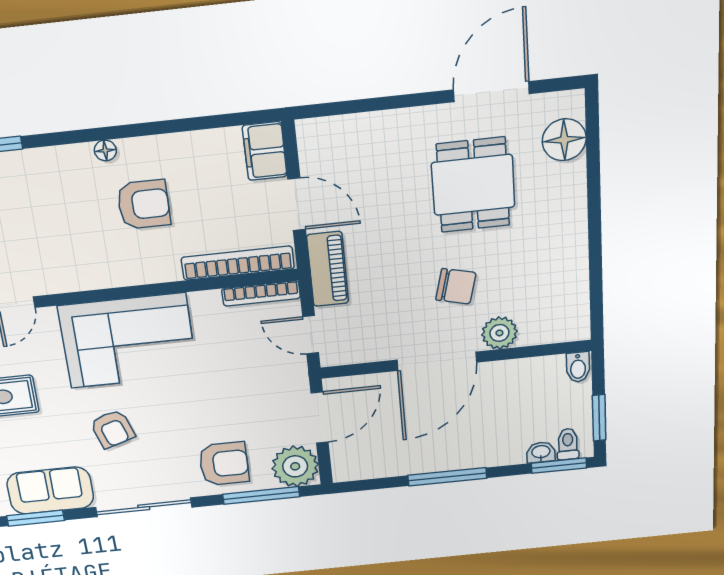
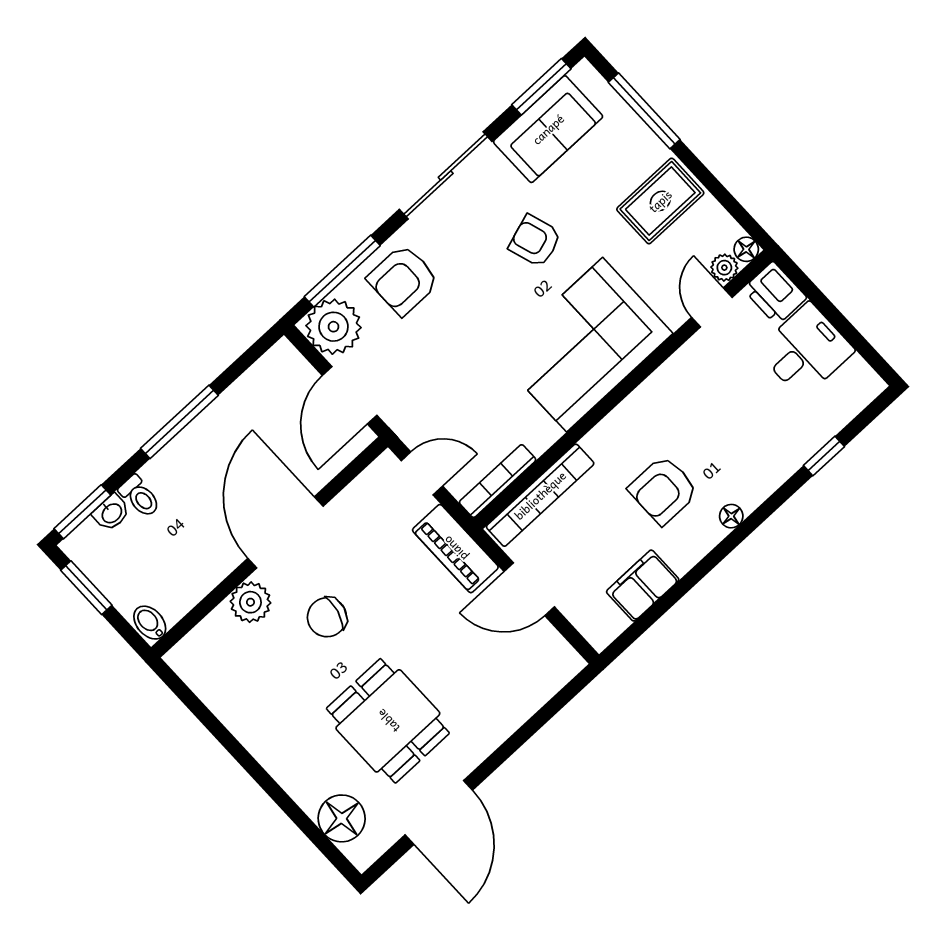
filing cabinet: (265, 151) -> (643, 586), moved, turned -90
toilet: (568, 444) -> (140, 496), moved

